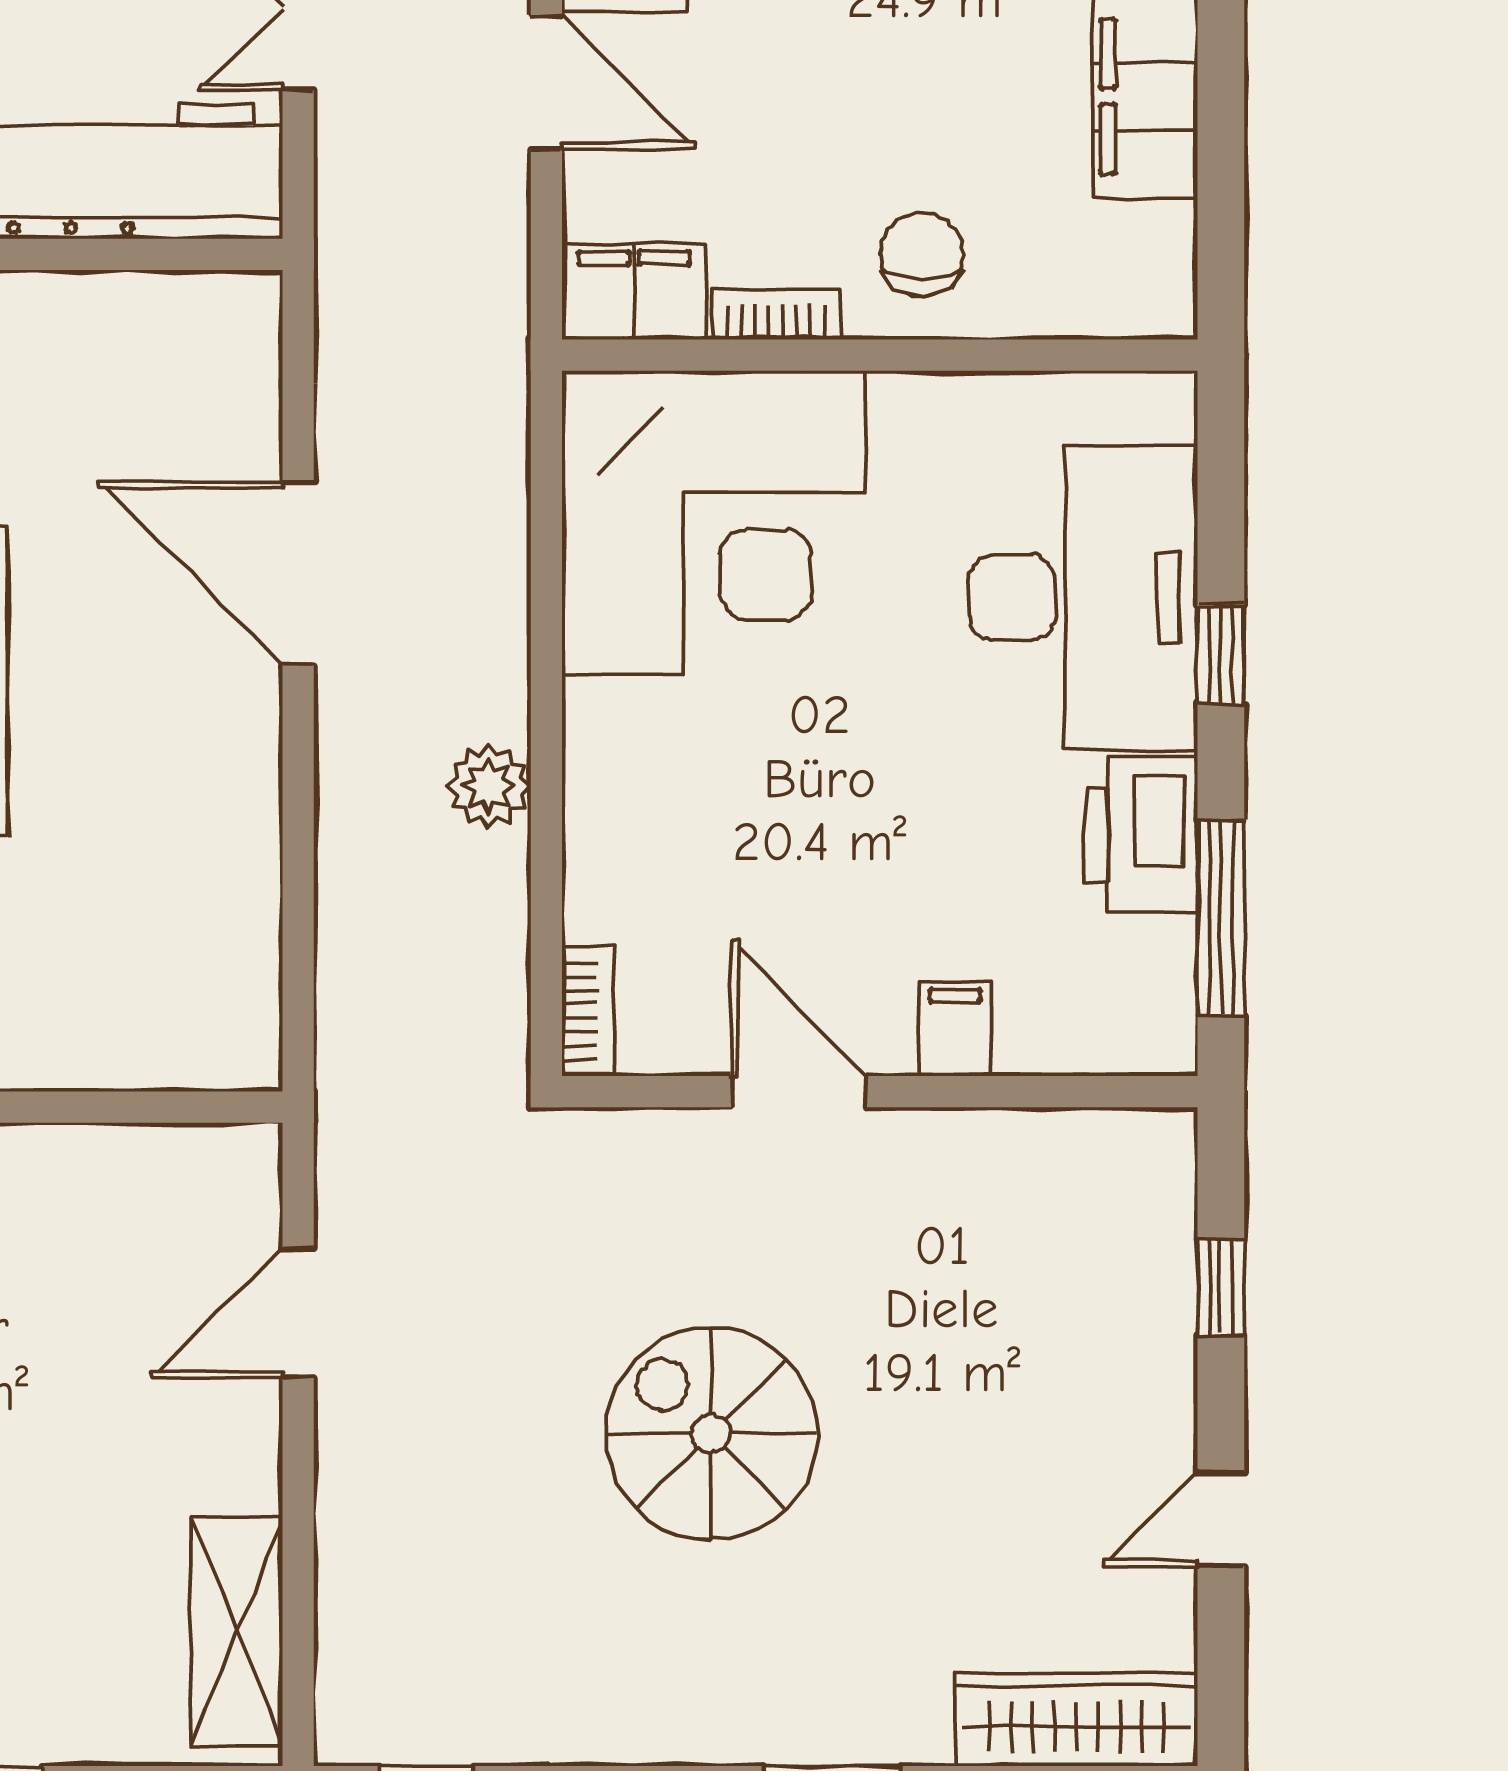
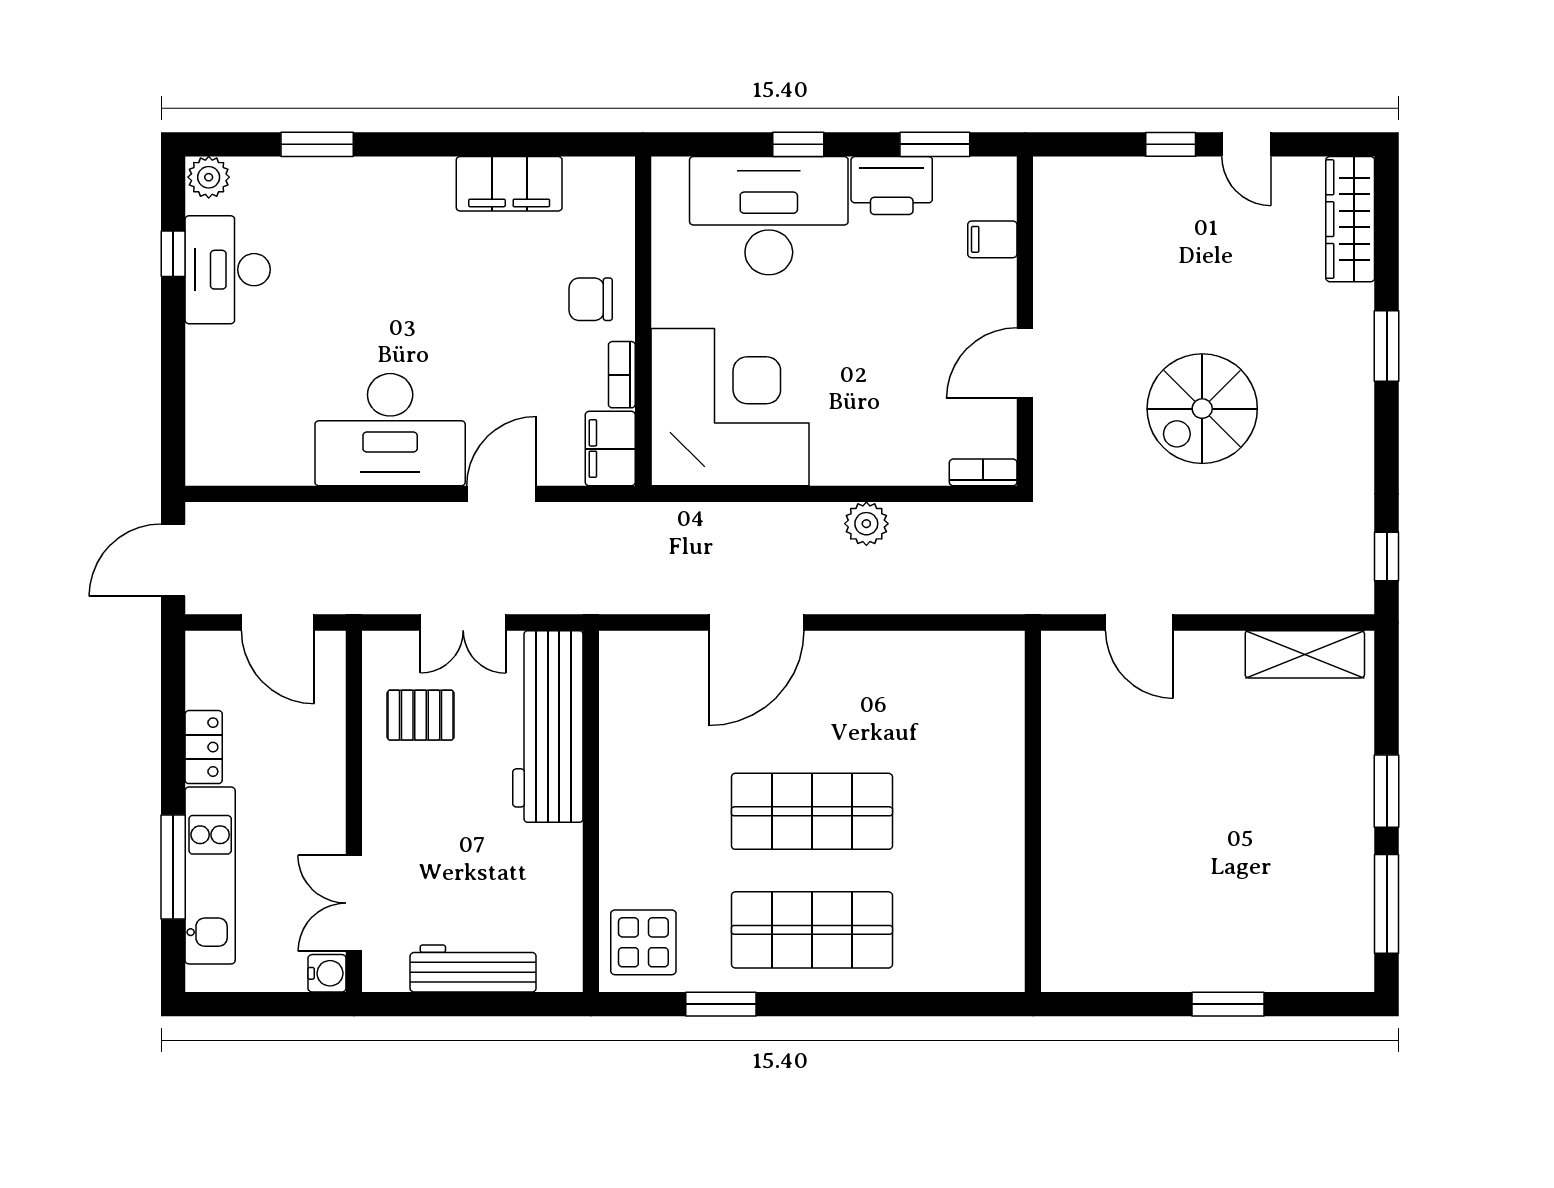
window: (1221, 918) -> (935, 144), width x0.69
filing cabinet: (955, 1029) -> (992, 239), moved
window: (1221, 1287) -> (1171, 144), moved

